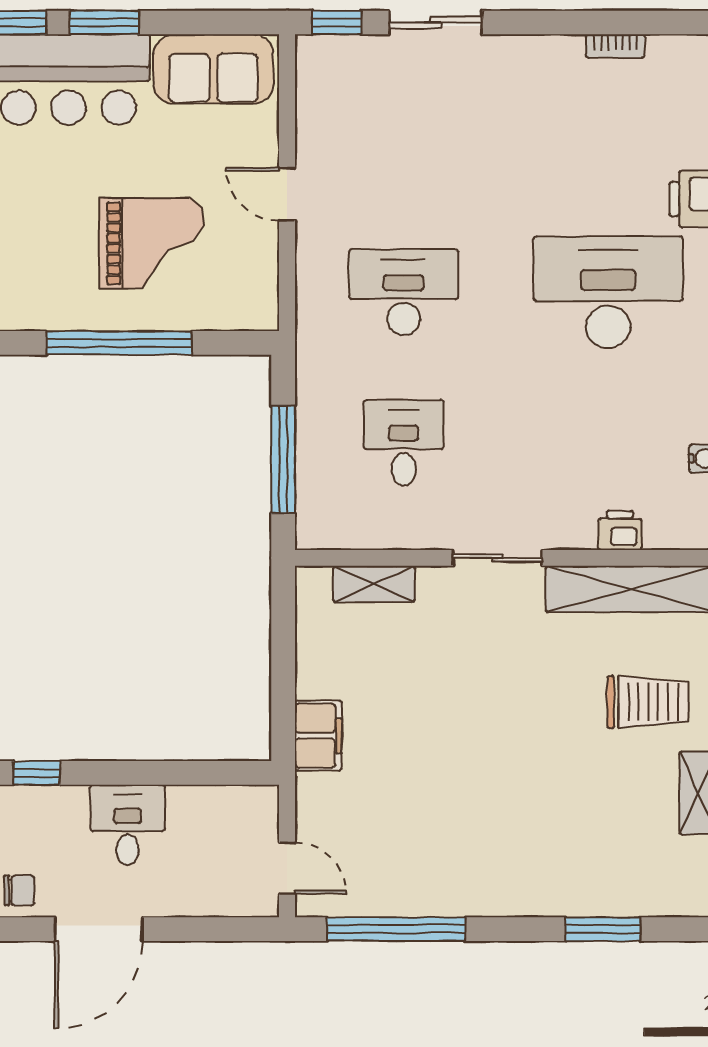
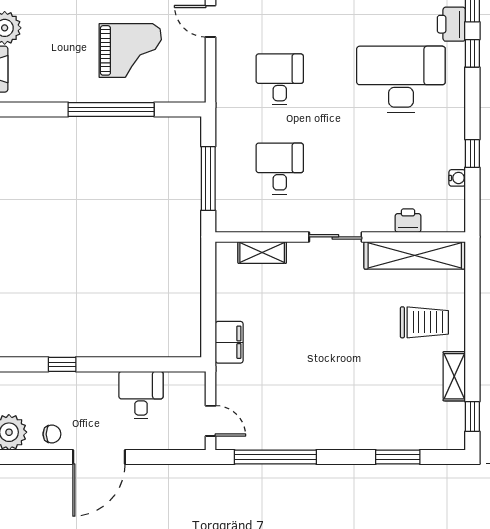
desk: (404, 292) -> (280, 79), width x0.73
desk: (128, 825) -> (141, 395), moved

